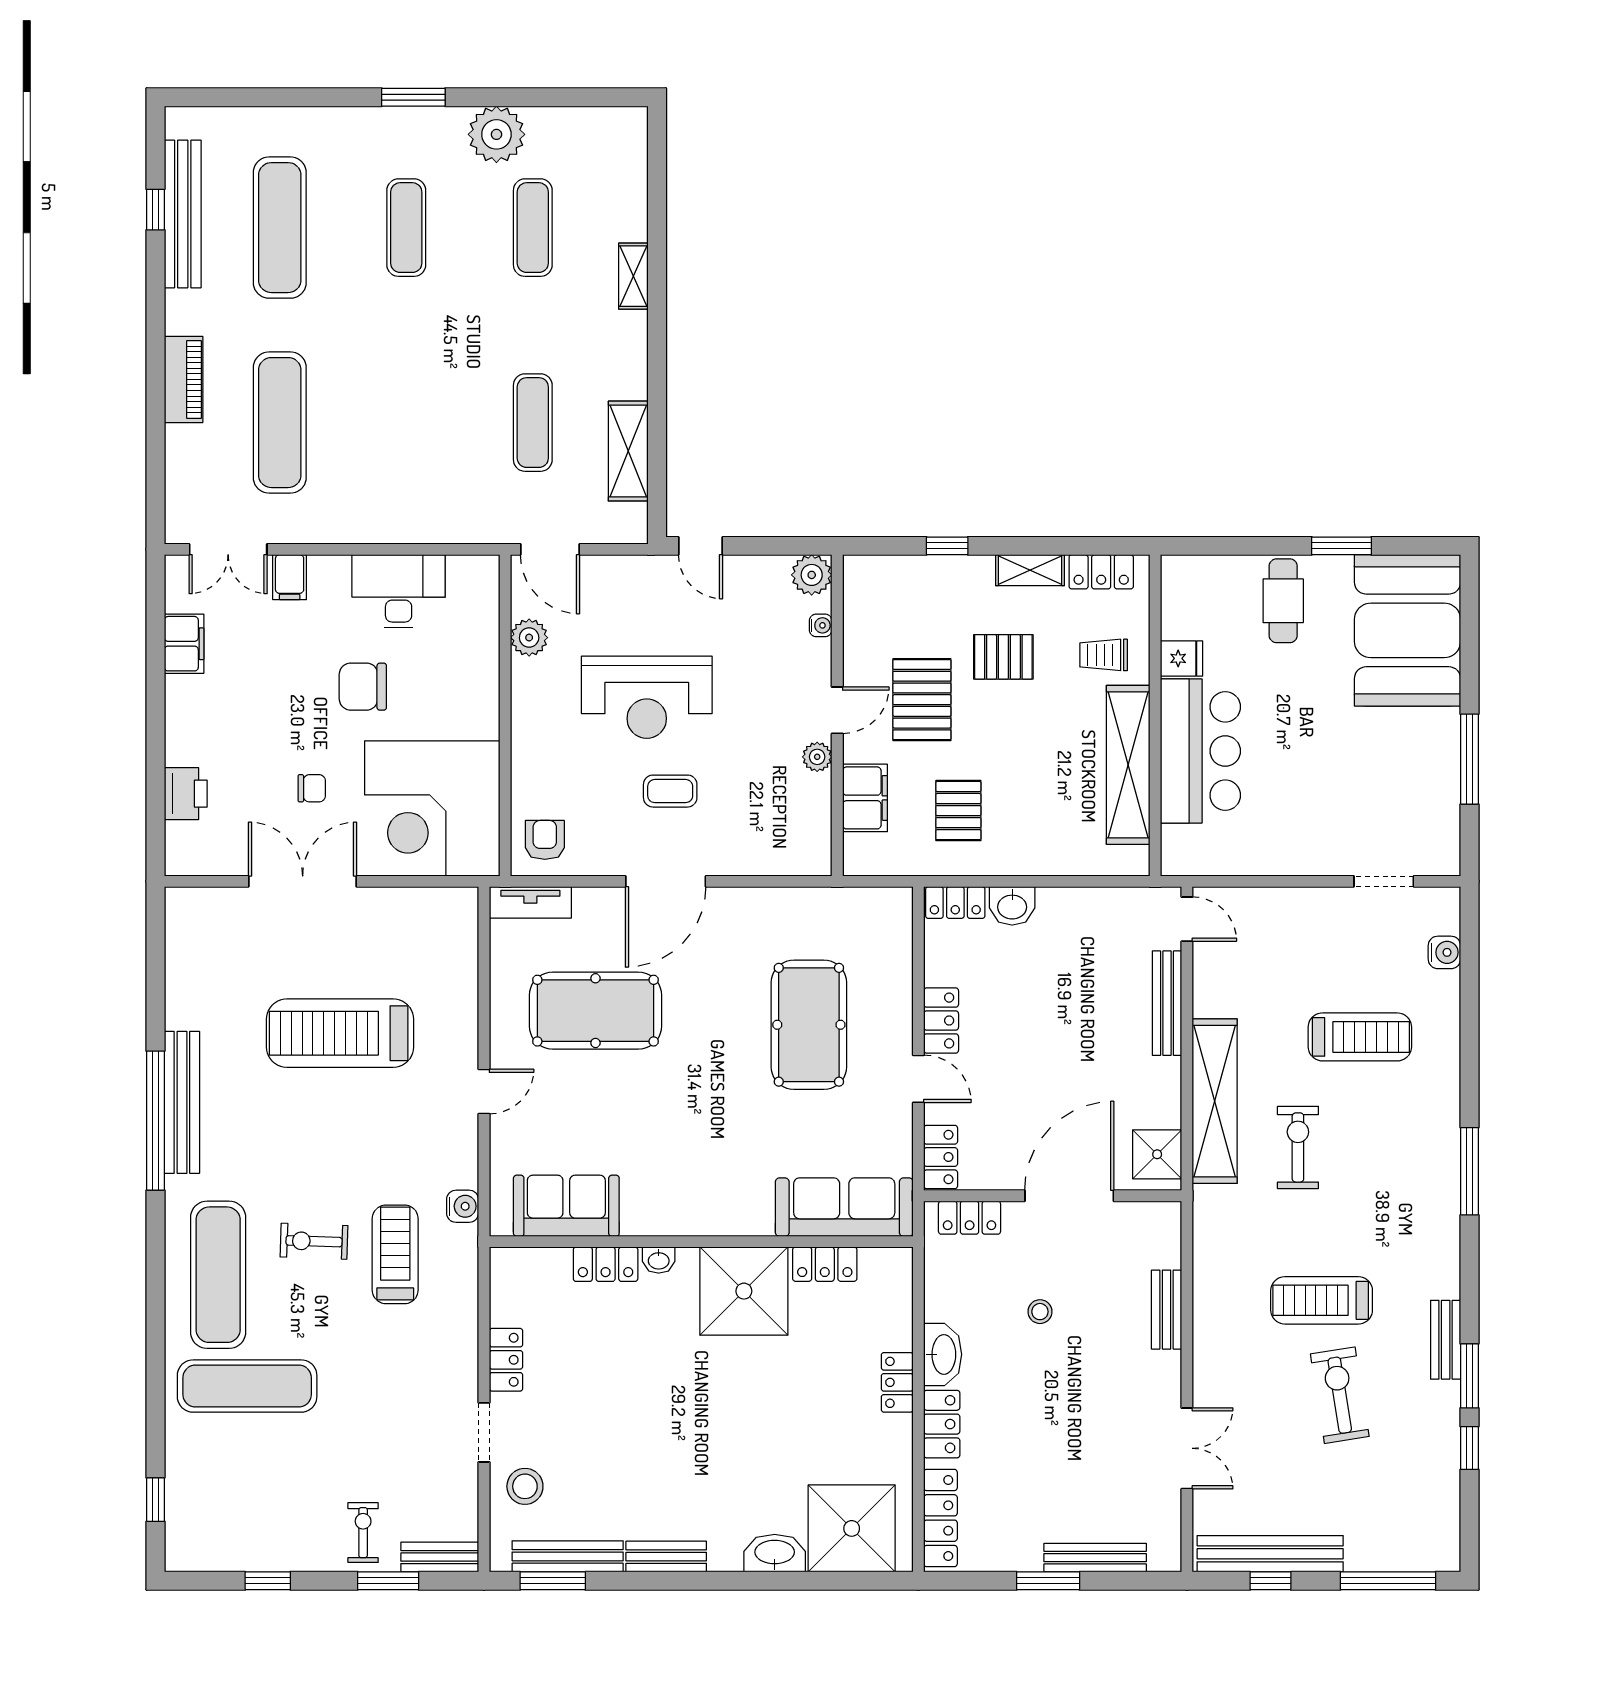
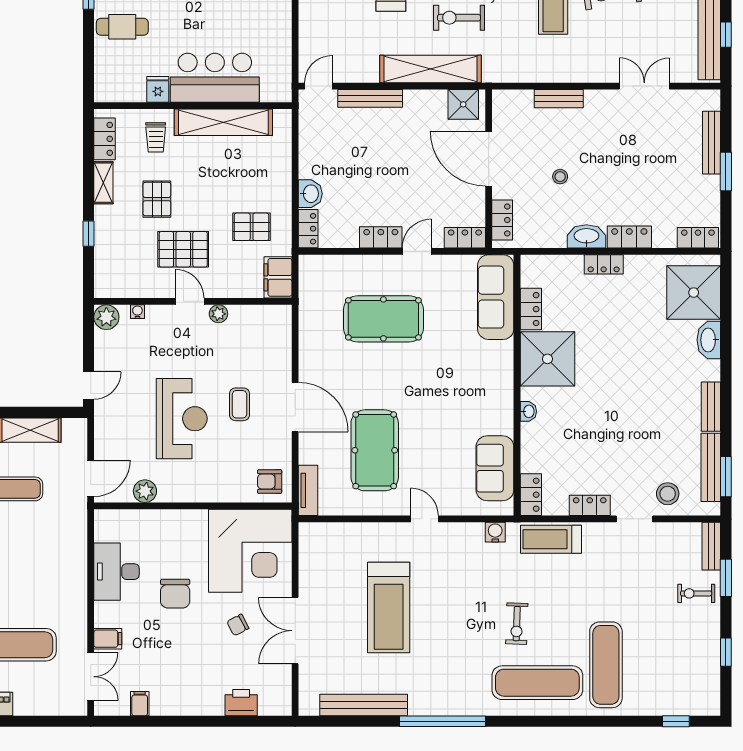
filing cabinet: (184, 644) -> (140, 704), width x0.50
chair: (312, 788) -> (238, 625), turned -118
filing cabinet: (865, 798) -> (278, 277), moved, turned -90
bench: (182, 1102) -> (364, 705), moved
treadmill: (395, 1254) -> (551, 539), moved
locker: (606, 1264) -> (531, 495), moved
locker: (941, 1518) -> (698, 238), width x0.66

